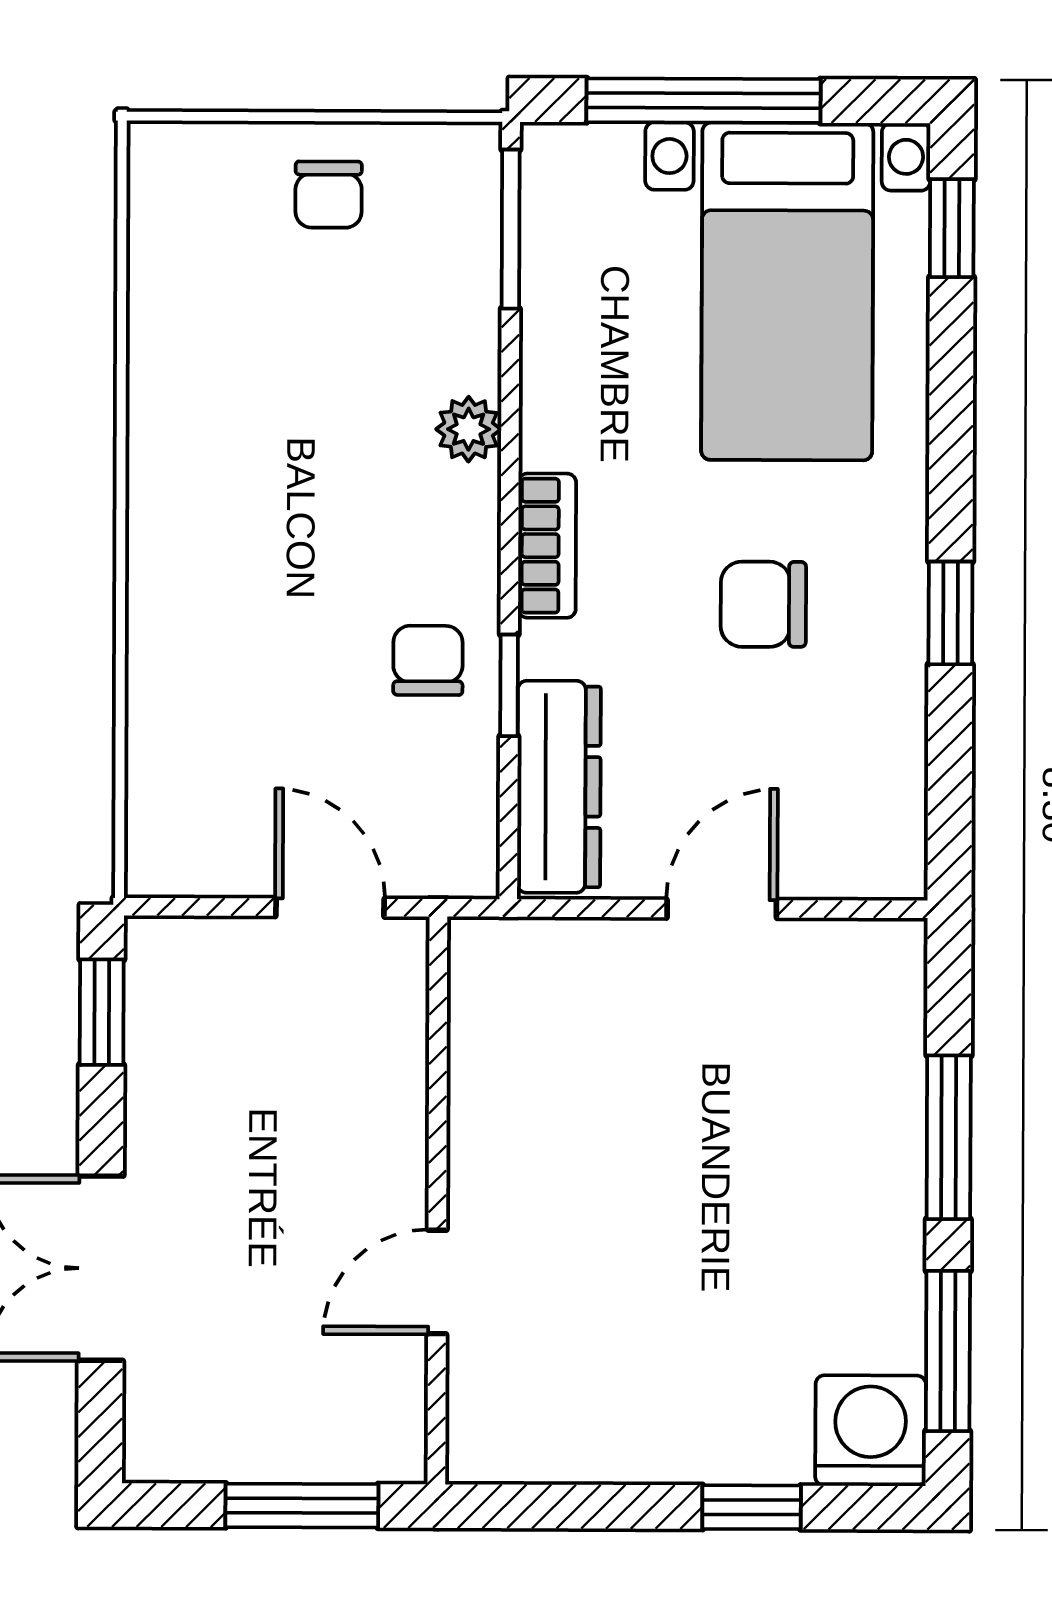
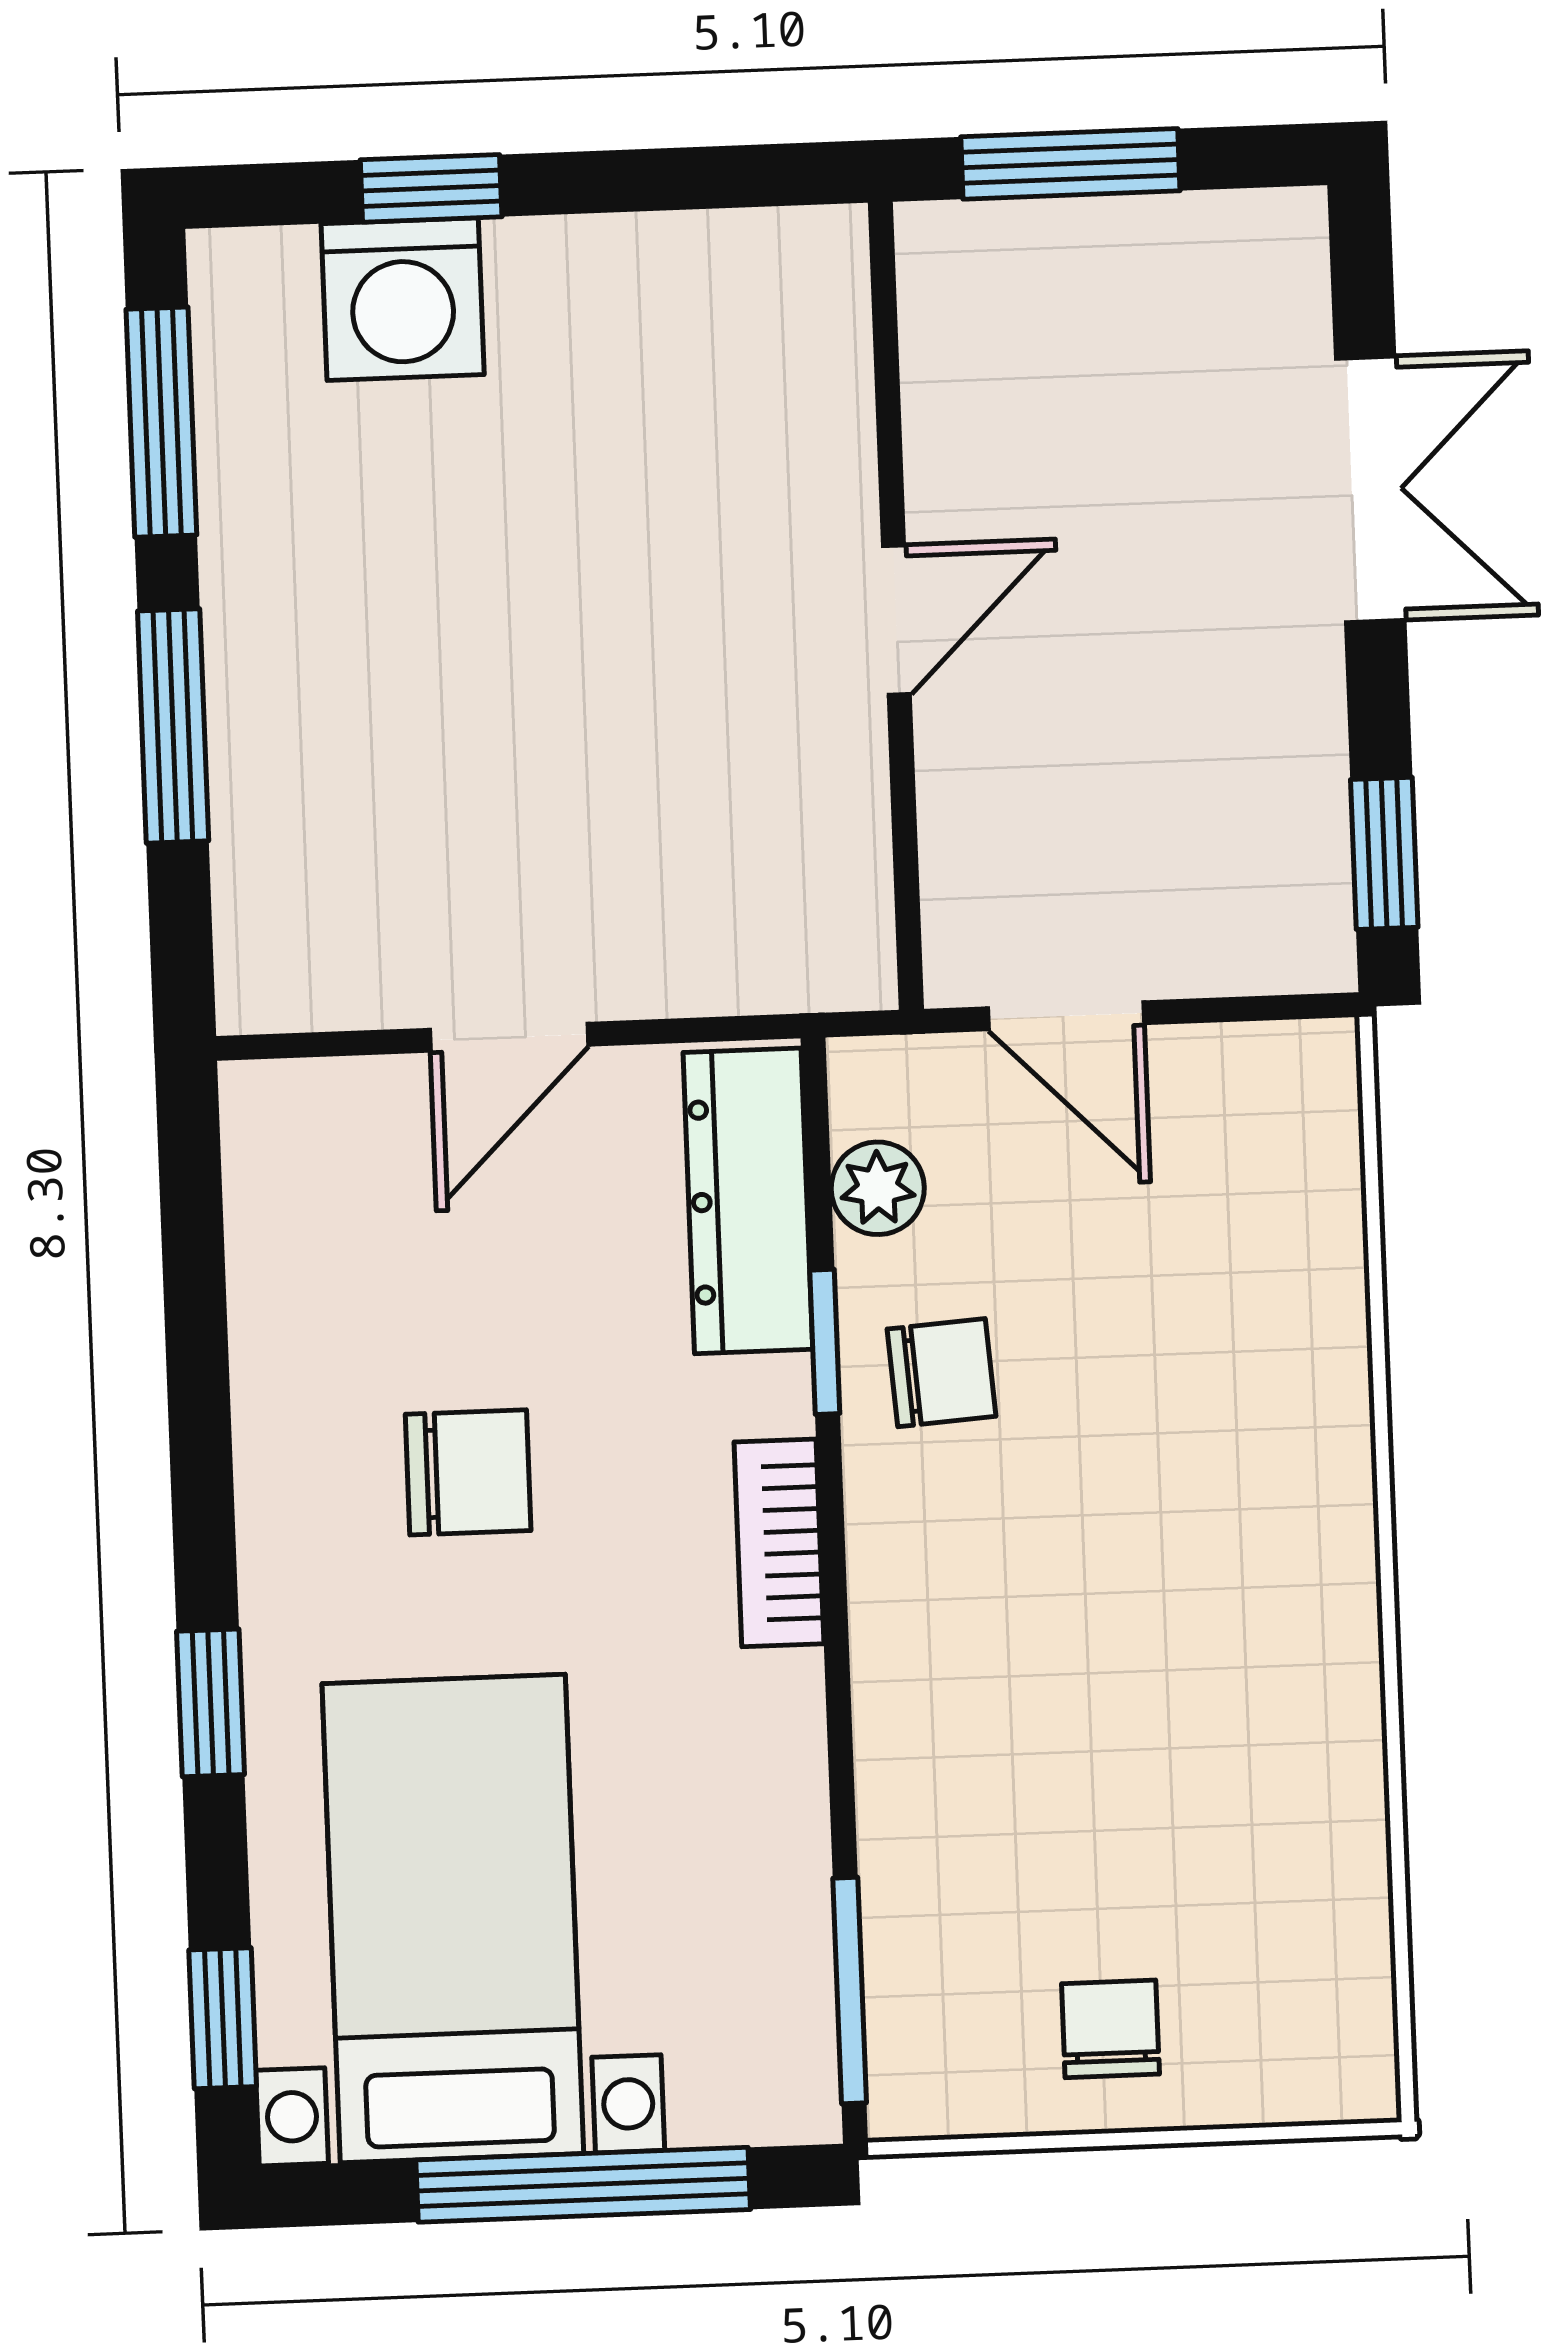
plant: (469, 429) -> (878, 1188), moved
window: (950, 613) -> (211, 1703), moved
chair: (428, 660) -> (941, 1373), turned -94
door: (437, 1282) -> (896, 620), moved
washing machine: (871, 1431) -> (403, 299), moved

